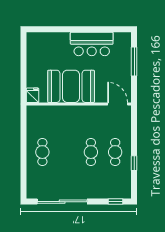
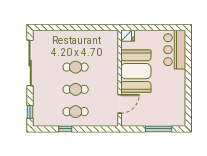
bar counter: (92, 44) -> (175, 50), moved
door: (118, 104) -> (120, 104), moved
cafe table: (42, 152) -> (76, 67), moved

